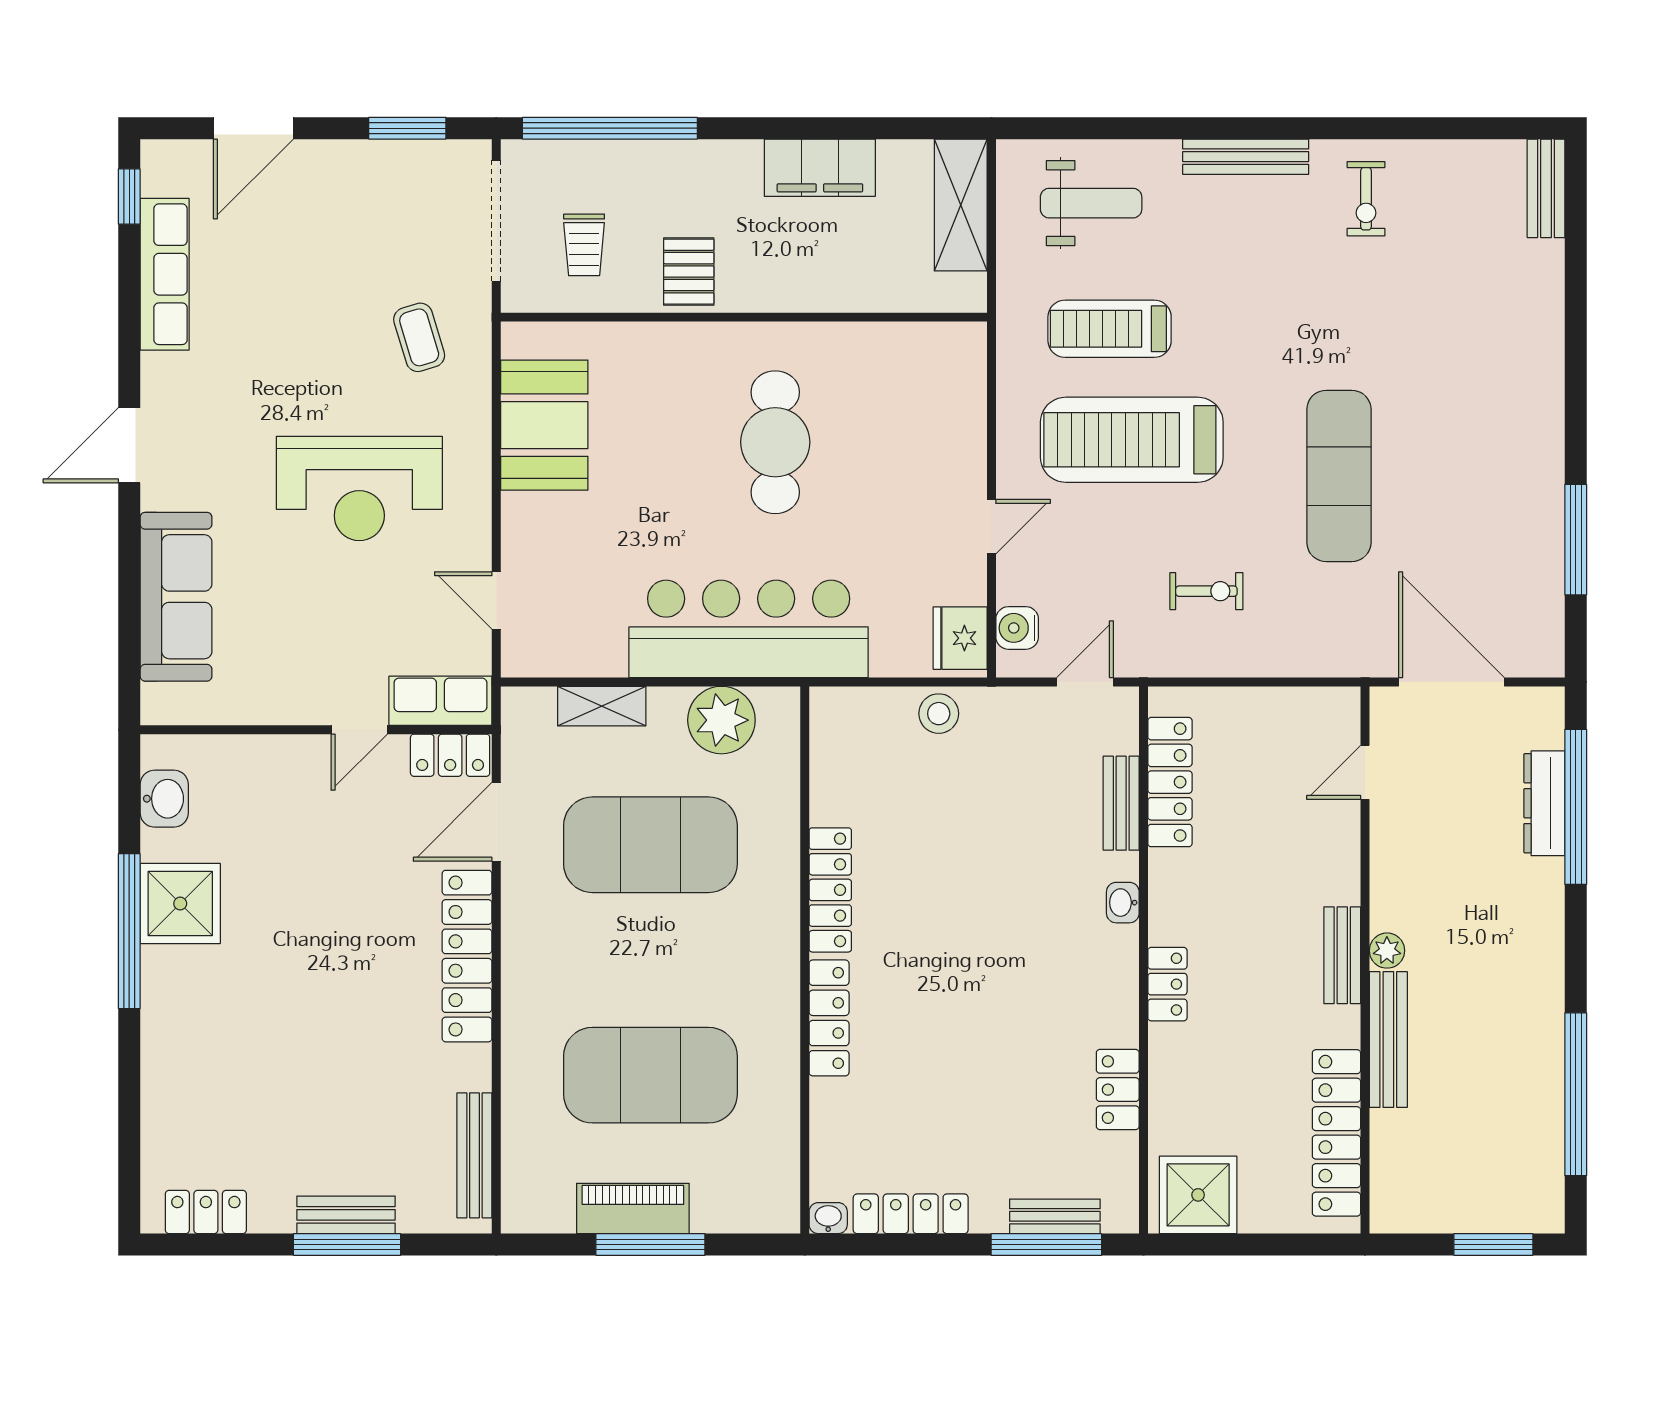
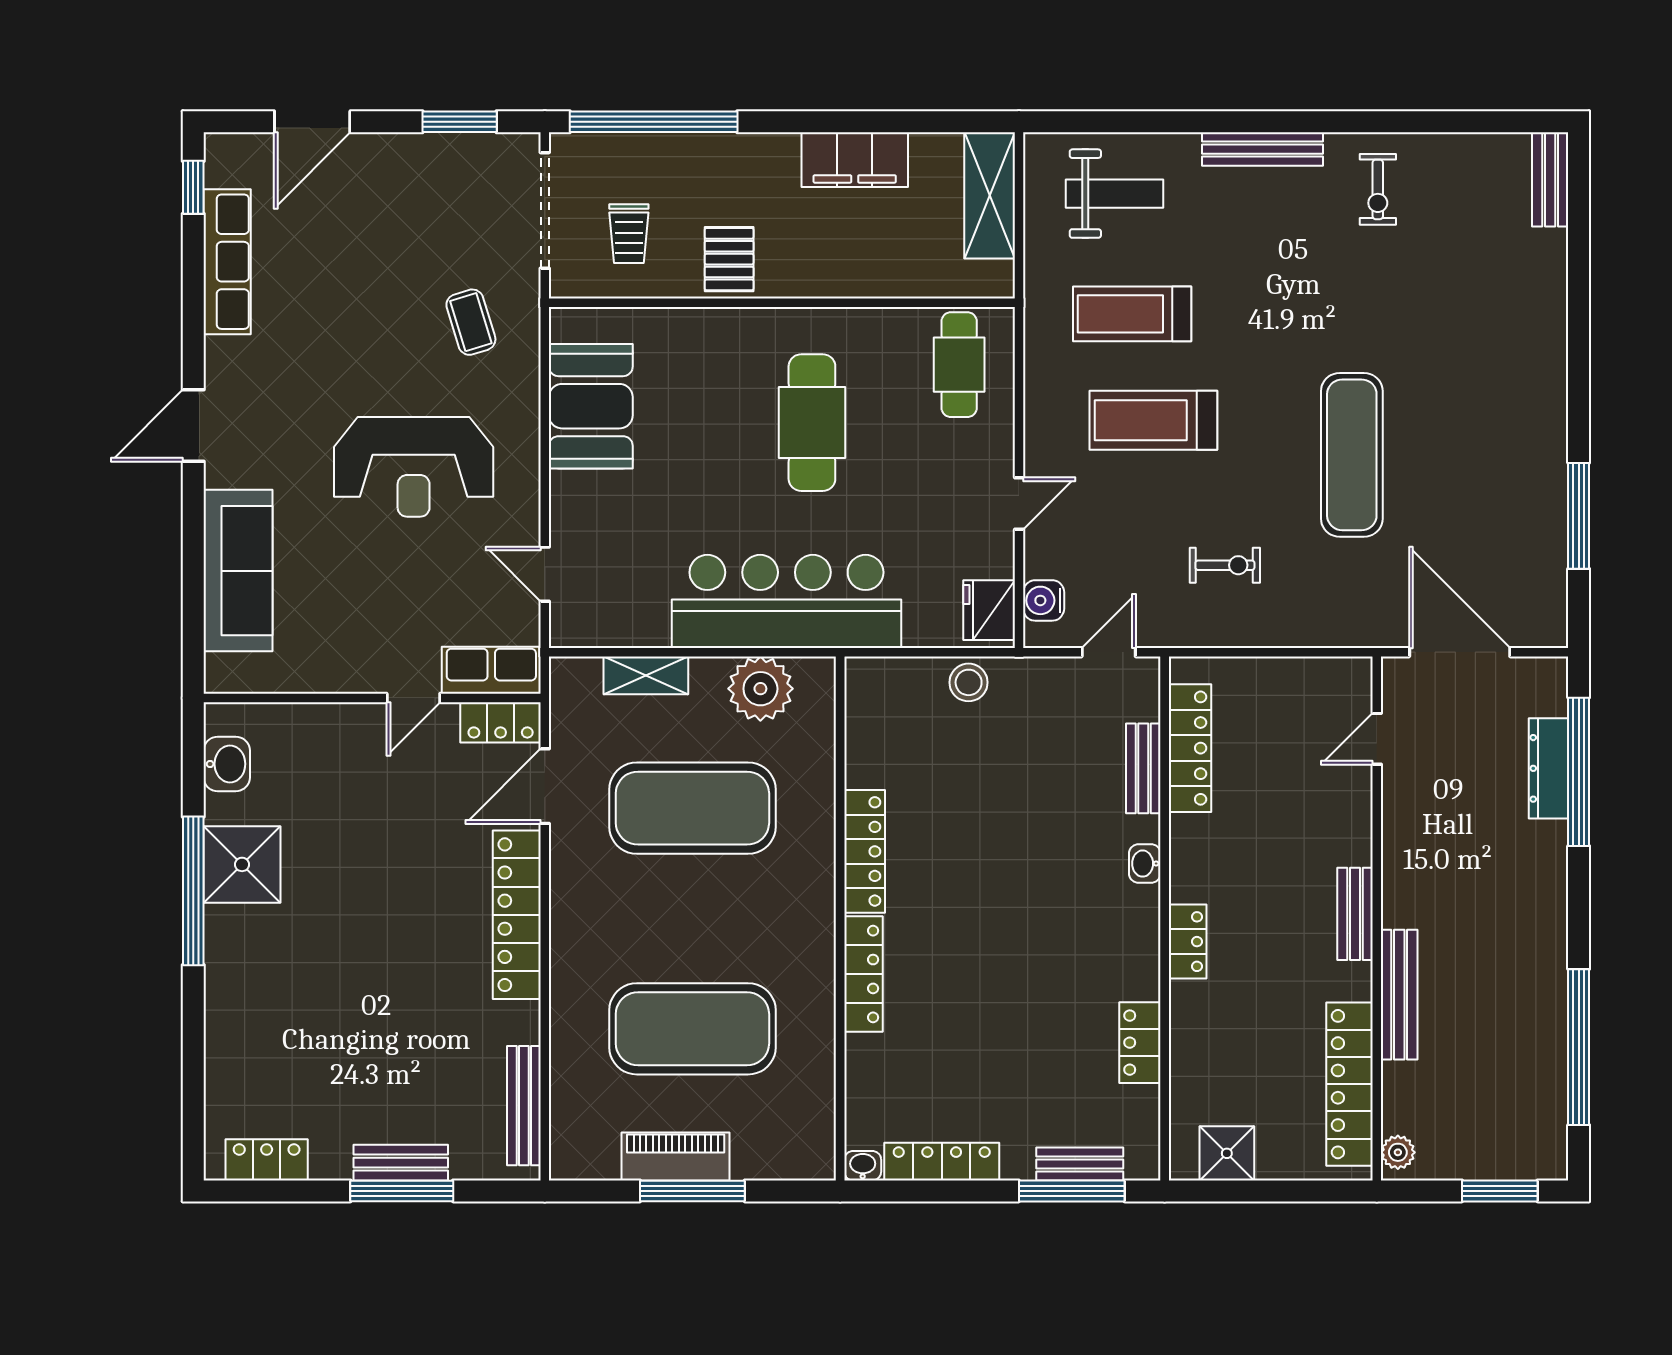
cafe table: (929, 382) -> (959, 365), added
treadmill: (1132, 440) -> (1153, 420), width x0.73, depth x0.73
plant: (1387, 951) -> (1398, 1152), moved
shower: (1198, 1195) -> (1227, 1153), width x0.73, depth x0.73

